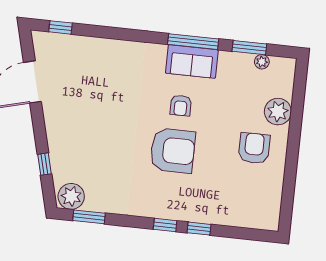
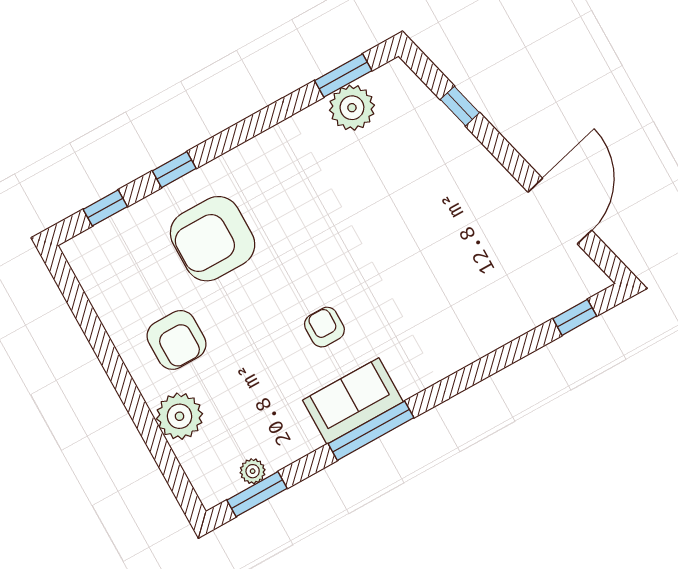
window: (249, 48) -> (257, 494), moved
armchair: (173, 151) -> (213, 239), moved
plant: (71, 196) -> (352, 108), moved
window: (165, 225) -> (105, 208), moved

